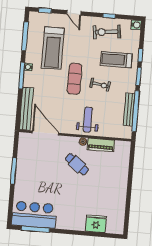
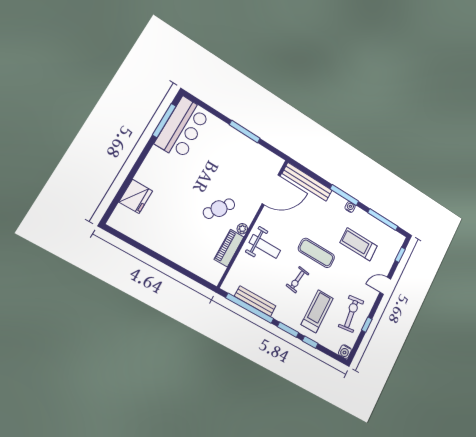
treadmill: (53, 48) -> (359, 244), width x0.73, depth x0.73

